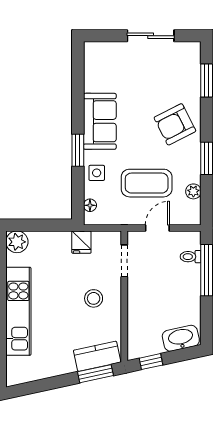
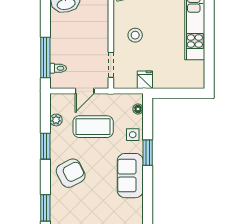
plant: (17, 242) -> (196, 80), removed

